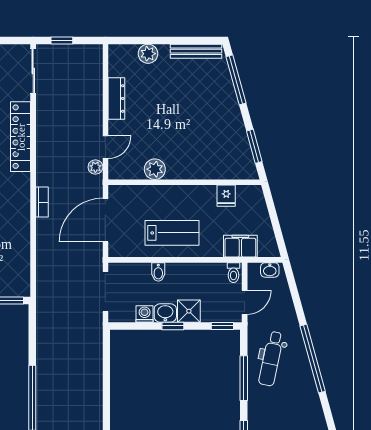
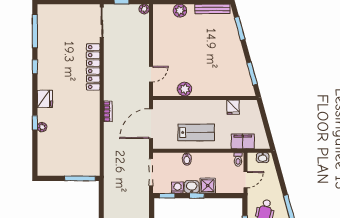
window: (236, 80) -> (240, 28), width x0.69
dresser: (116, 98) -> (158, 41), removed
plant: (95, 167) -> (144, 9), moved
window: (222, 326) -> (167, 196), moved

